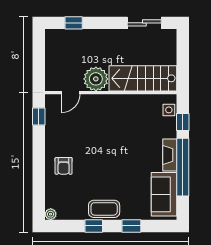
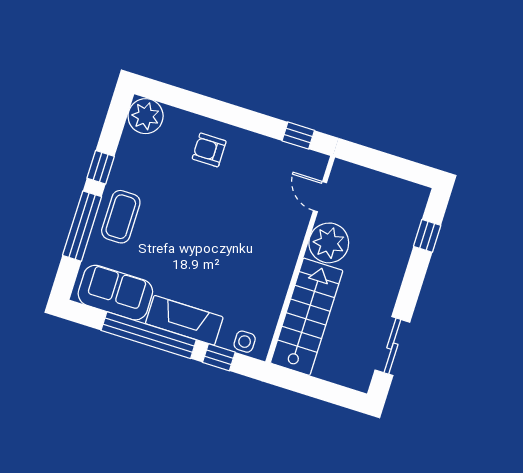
fireplace: (170, 155) -> (184, 320), width x1.37, depth x1.32
coffee table: (104, 209) -> (121, 217), moved
plant: (51, 214) -> (146, 116), width x1.87, depth x1.87
window: (131, 226) -> (82, 226), width x2.17

